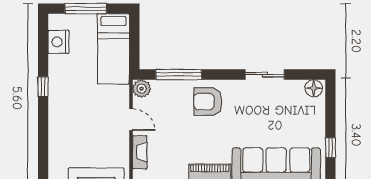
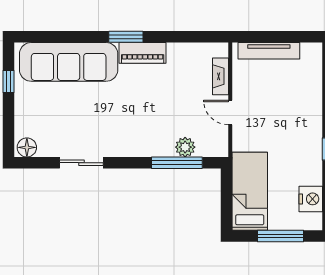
plant: (142, 89) -> (185, 147), moved
armchair: (208, 102) -> (145, 133), removed

